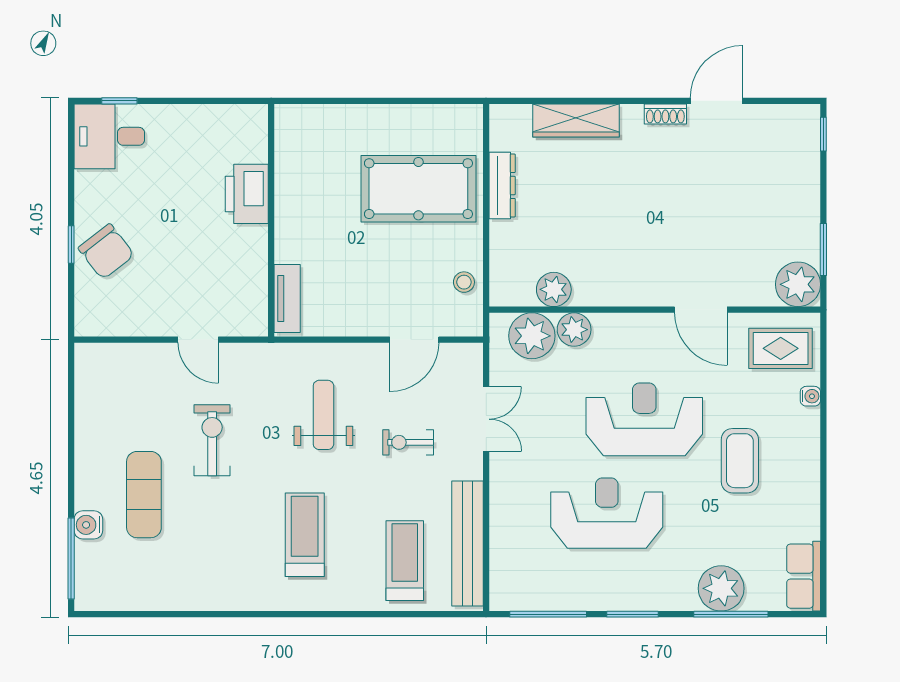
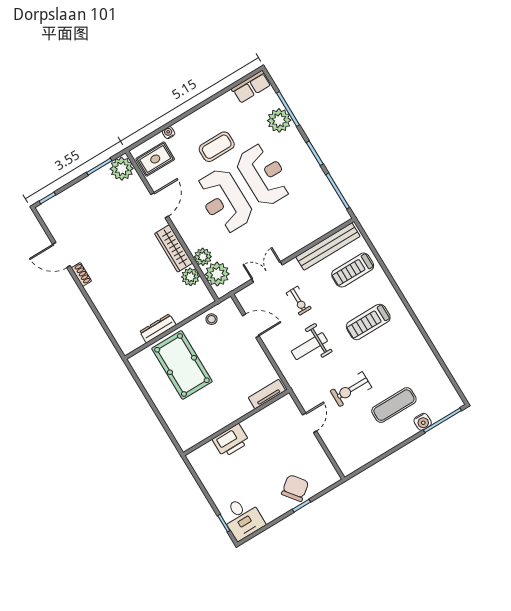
wardrobe: (576, 120) -> (174, 248), moved, turned 180
rug: (781, 348) -> (155, 159), turned 90
reception desk: (607, 513) -> (264, 175), moved, turned 180

